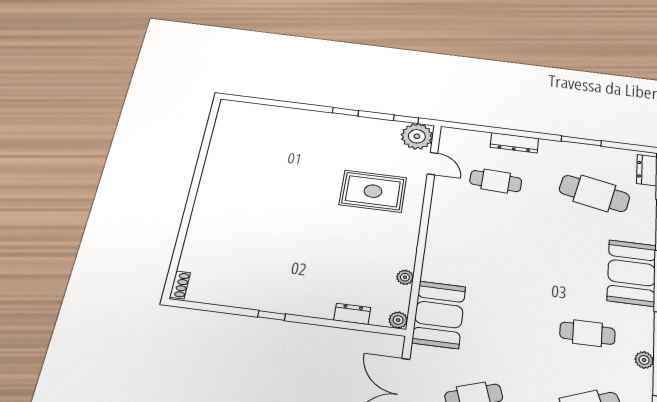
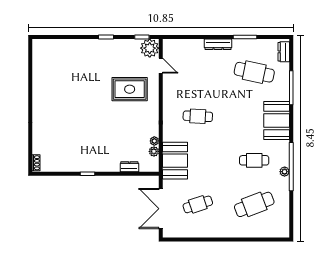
dresser: (514, 143) -> (218, 44), moved
cafe table: (496, 181) -> (198, 116), moved
plant: (398, 320) -> (154, 151), moved

